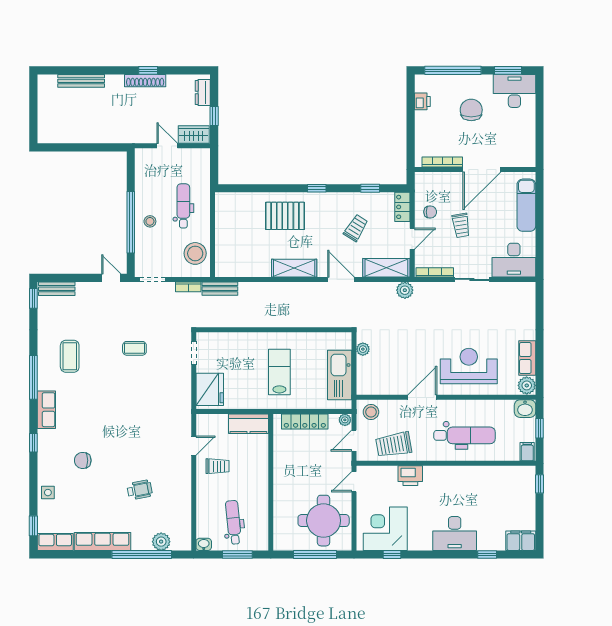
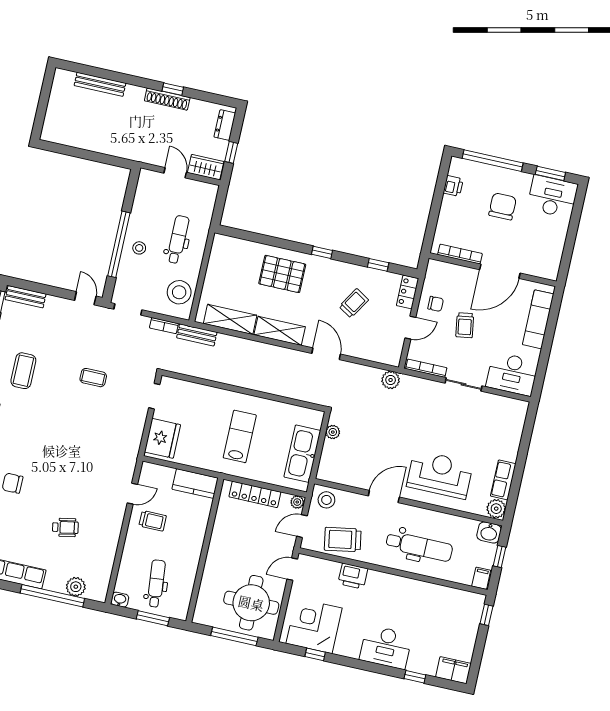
shelving: (386, 268) -> (230, 319), moved

